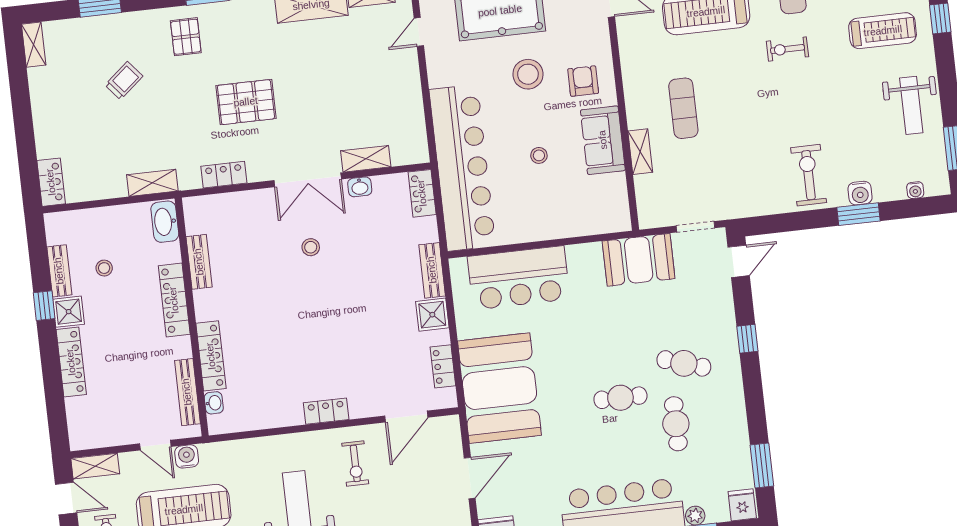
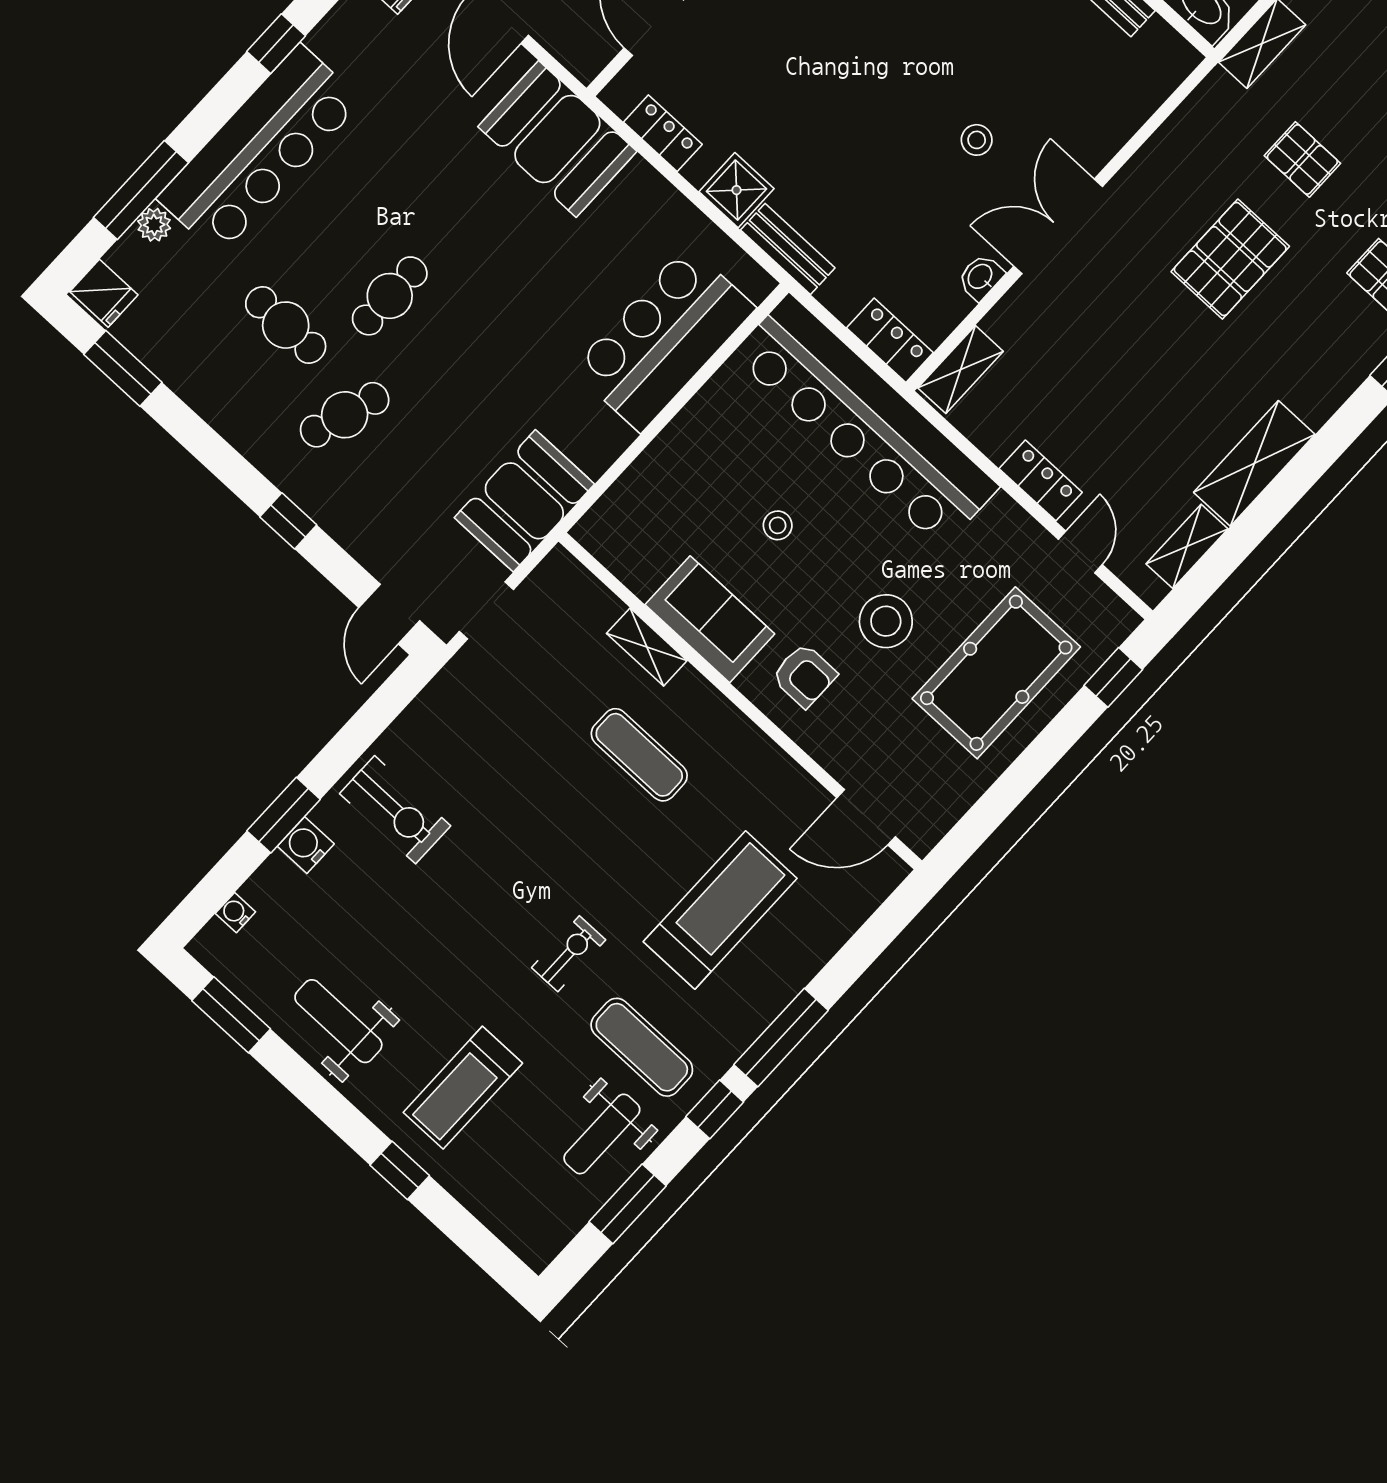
pallet: (178, 118) -> (1302, 159), added
shelving: (366, 159) -> (961, 370), moved
locker: (224, 175) -> (1041, 480), moved, turned -90
booth: (499, 388) -> (557, 139), width x0.73, depth x0.70

